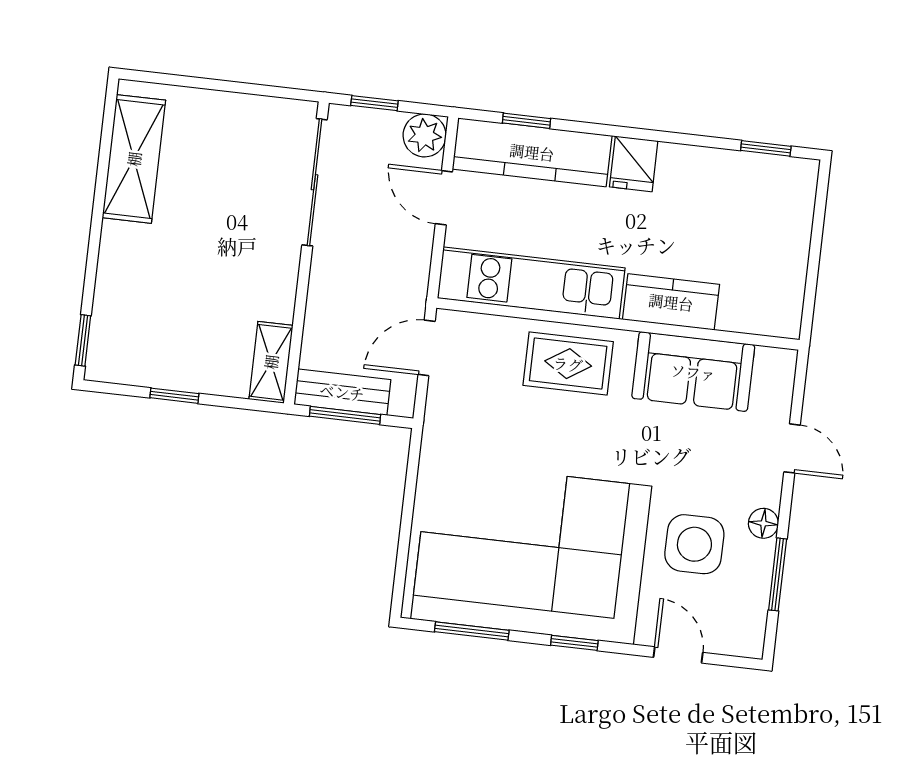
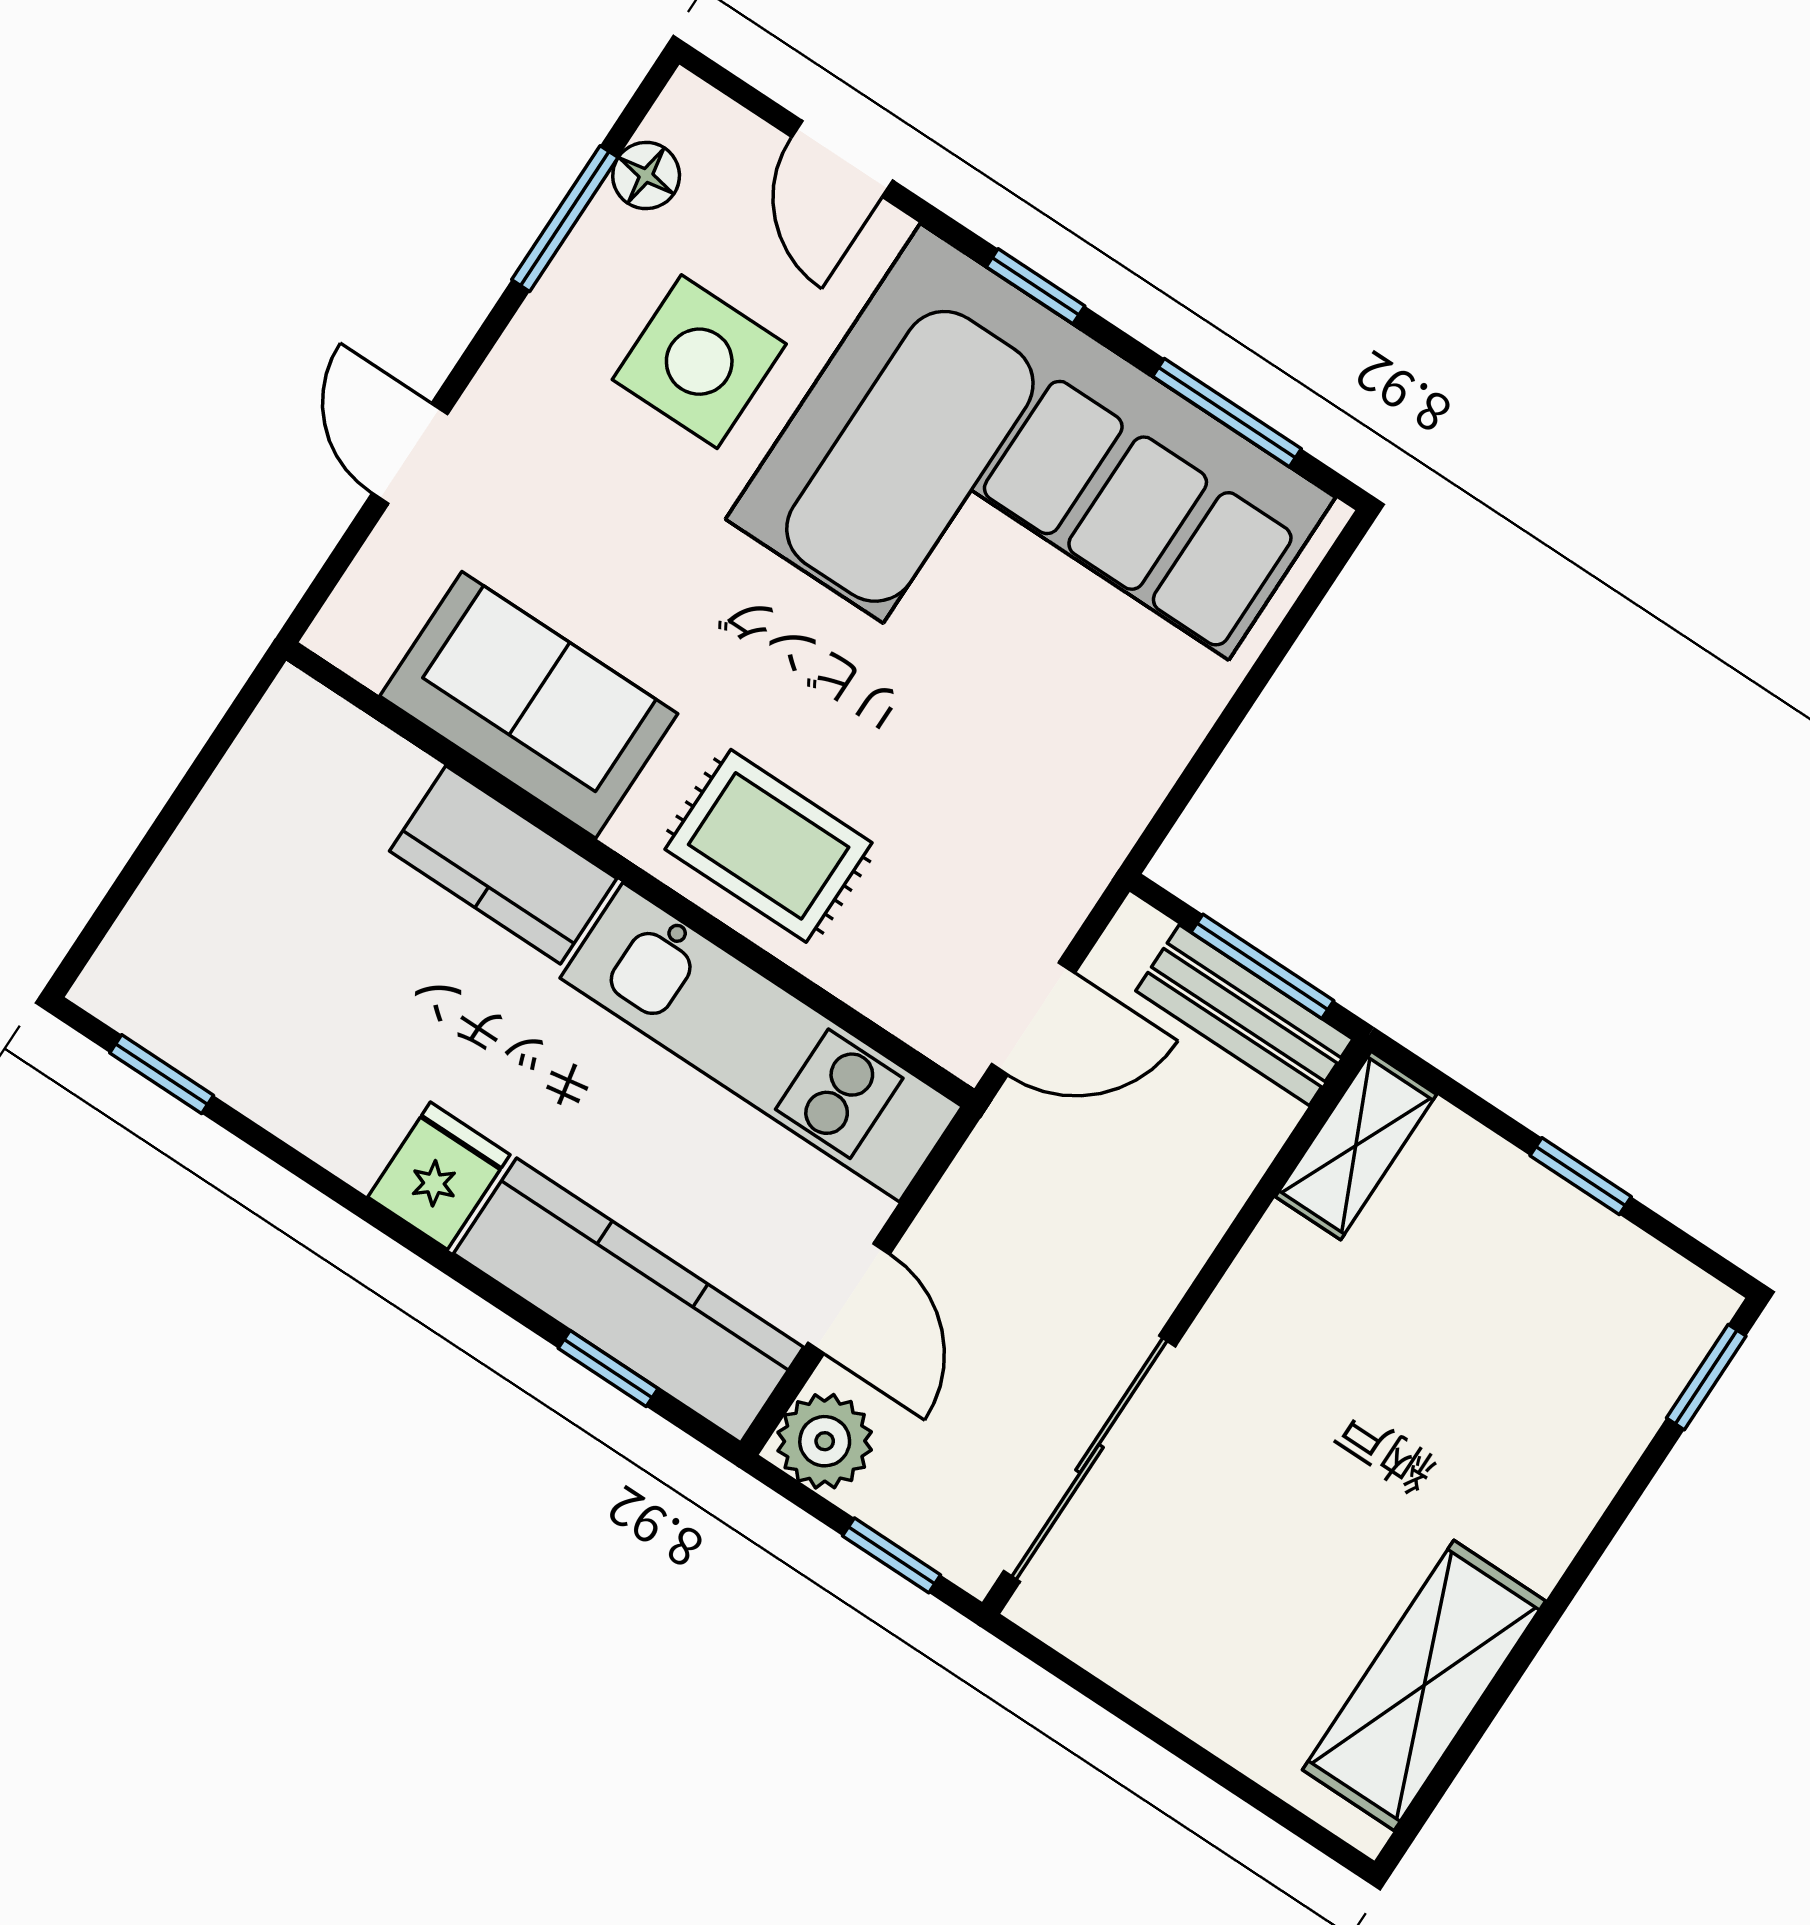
floor lamp: (763, 523) -> (646, 176), moved

